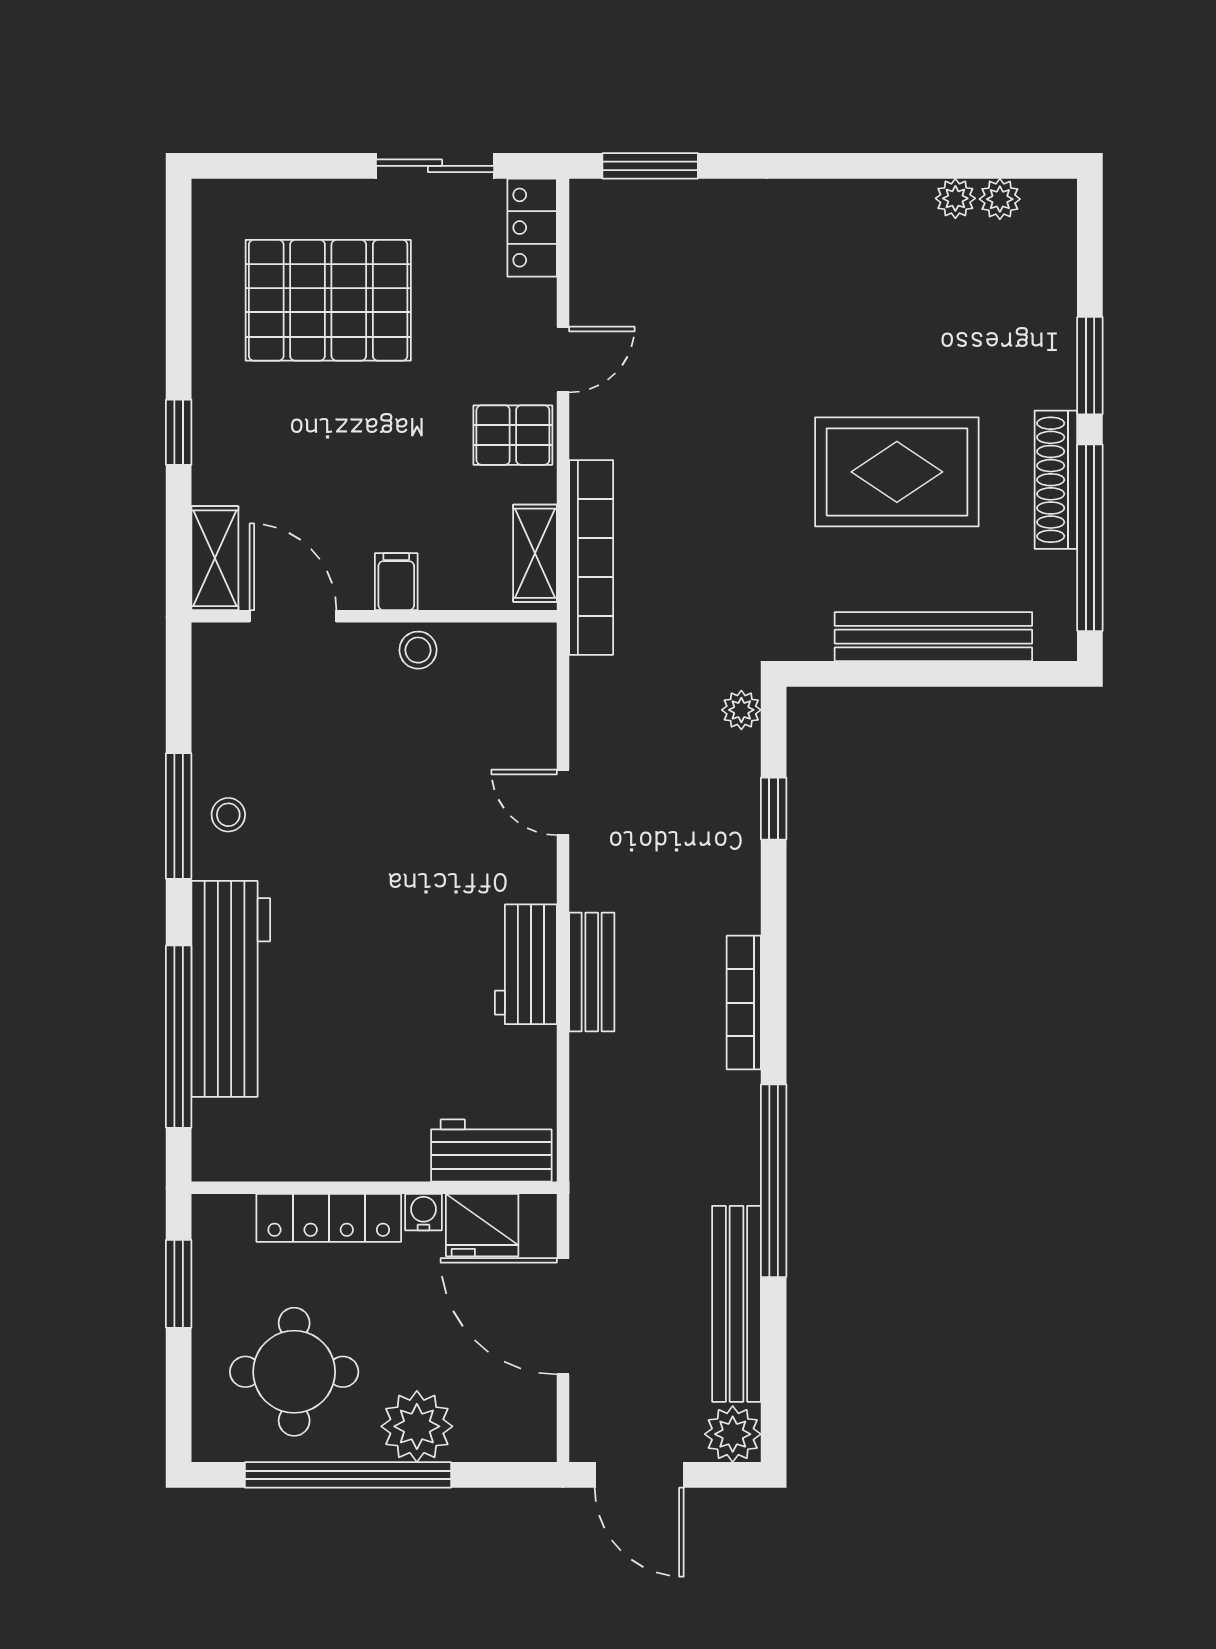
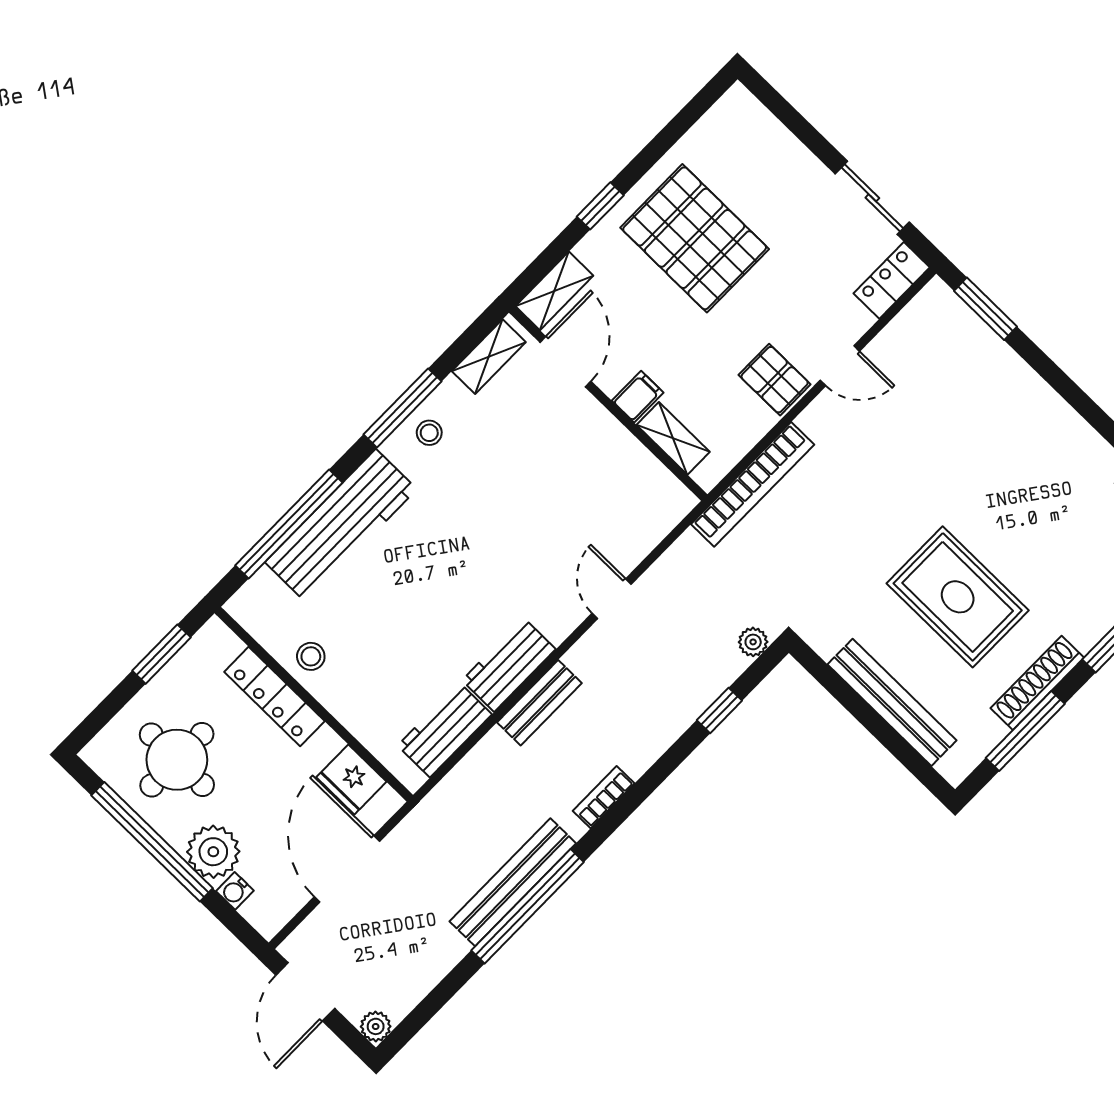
pallet: (328, 300) -> (695, 238), moved
window: (1090, 538) -> (1025, 731), width x0.68
shelving: (535, 553) -> (673, 438), moved, turned 90
stool: (418, 650) -> (311, 656), moved
shelving: (214, 684) -> (489, 357), added
bookcase: (744, 1003) -> (604, 797), width x0.64
workbench: (491, 1150) -> (445, 730), moved, turned -90
water cooler: (424, 1212) -> (235, 891), moved, turned 180
bench: (736, 1304) -> (513, 882), moved
plant: (733, 1434) -> (376, 1026), width x0.73, depth x0.73

